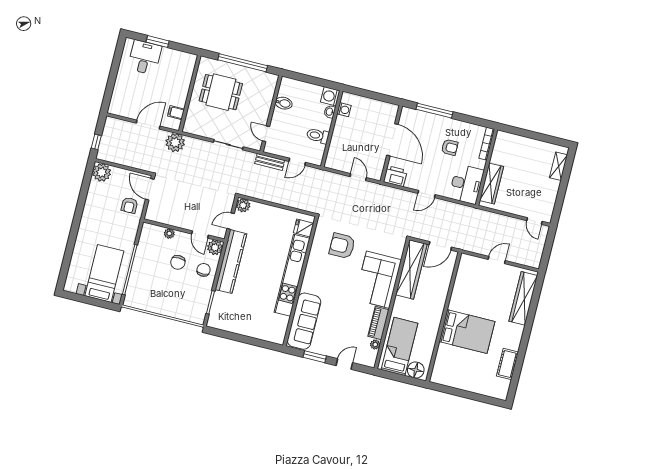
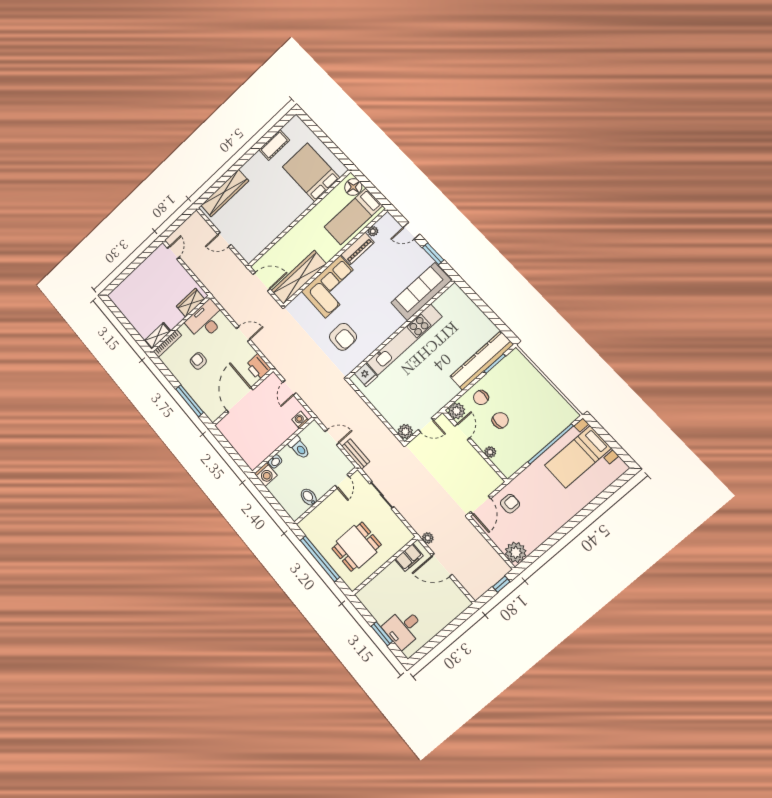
dining table: (221, 92) -> (357, 547), turned 90
washing machine: (344, 110) -> (300, 420), moved
filing cabinet: (176, 113) -> (409, 557), width x2.00
plant: (175, 143) -> (428, 538), width x0.53, depth x0.53
shelving: (559, 166) -> (158, 336), moved
wardrobe: (491, 183) -> (190, 303), width x0.67
kitchen counter: (231, 262) -> (482, 361), moved
bed: (467, 331) -> (311, 172), moved

